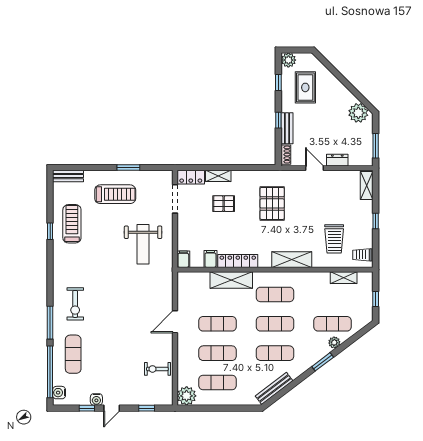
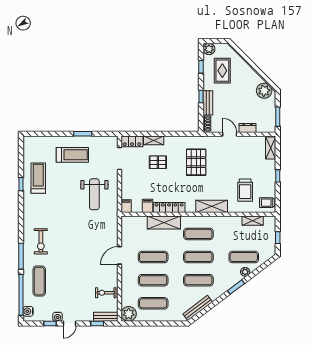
bench: (68, 176) -> (106, 317), moved

